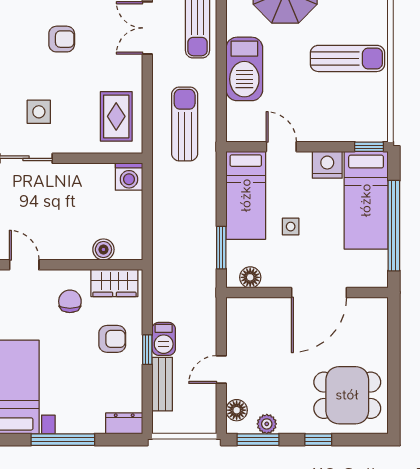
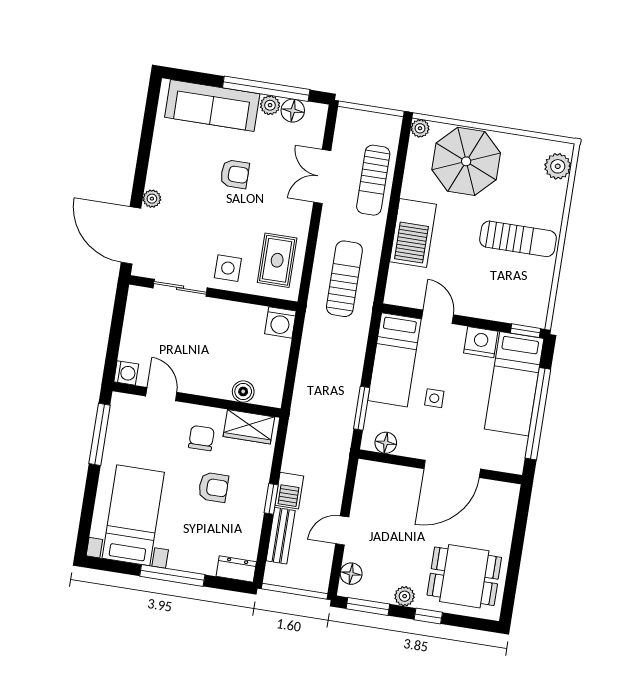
side table: (39, 112) -> (228, 268), moved
armchair: (112, 339) -> (213, 487), moved
plant: (267, 424) -> (405, 596), moved

